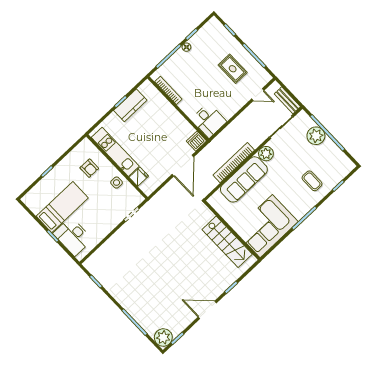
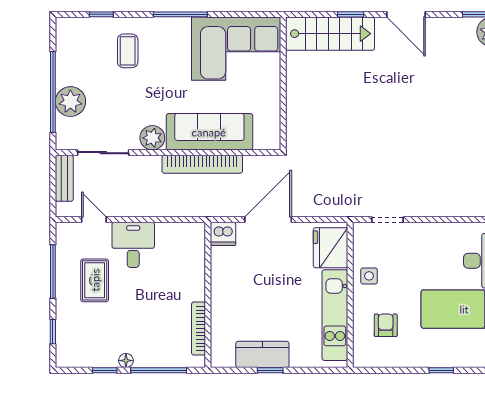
desk: (209, 120) -> (133, 245), moved
fridge: (139, 177) -> (331, 248), width x1.88, depth x1.34
stairs: (227, 242) -> (330, 34), moved, turned 90

